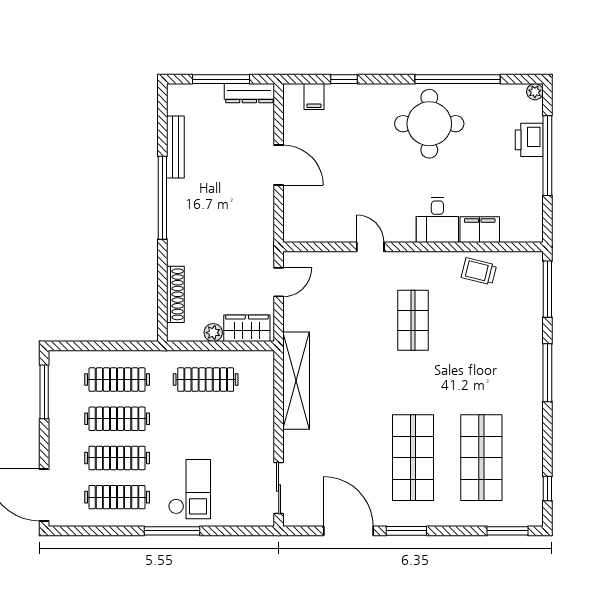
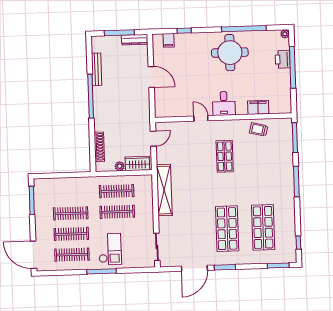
desk: (437, 220) -> (224, 103), moved
clothes rail: (117, 380) -> (117, 212), moved
door: (348, 531) -> (194, 268), swing flipped

